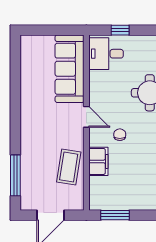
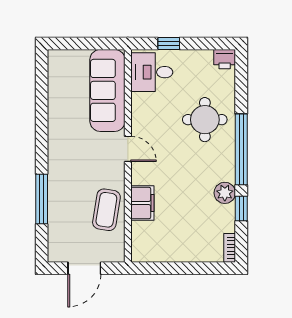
chair: (120, 135) -> (168, 170), removed
window: (15, 175) -> (42, 199), moved
window: (115, 215) -> (163, 268), removed

